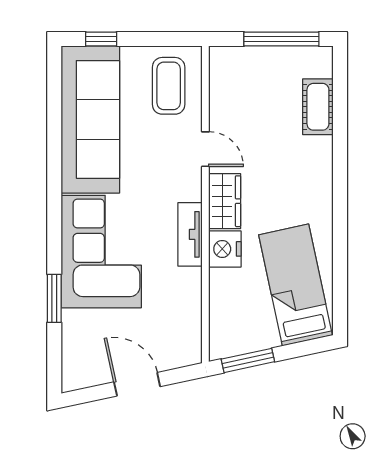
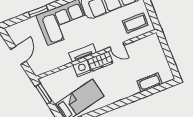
window: (281, 39) -> (170, 59), removed
door: (205, 149) -> (117, 46), hinge flipped

